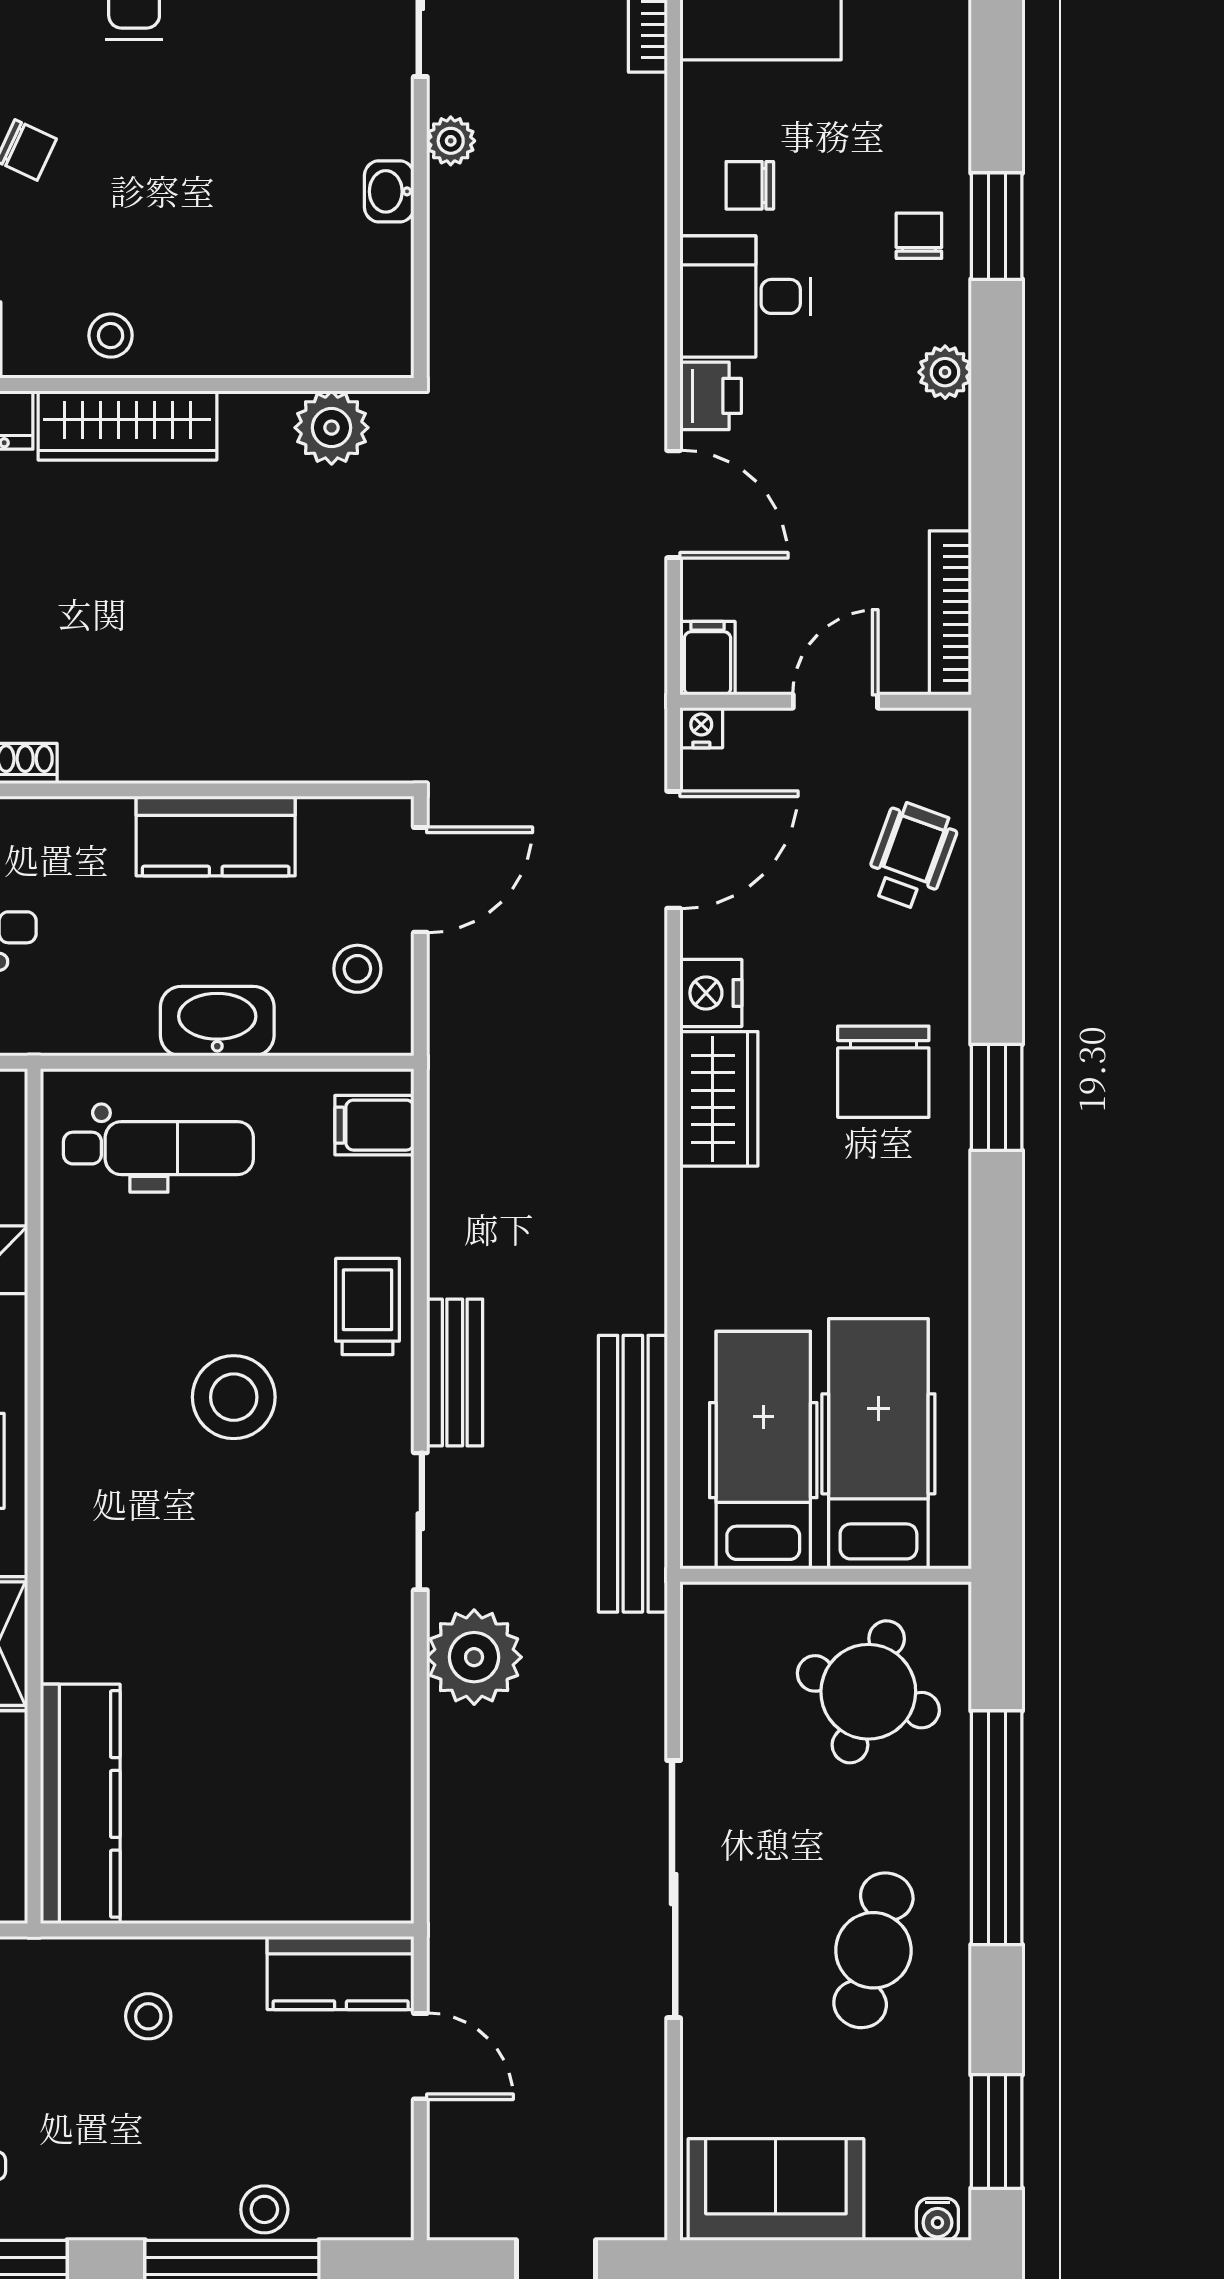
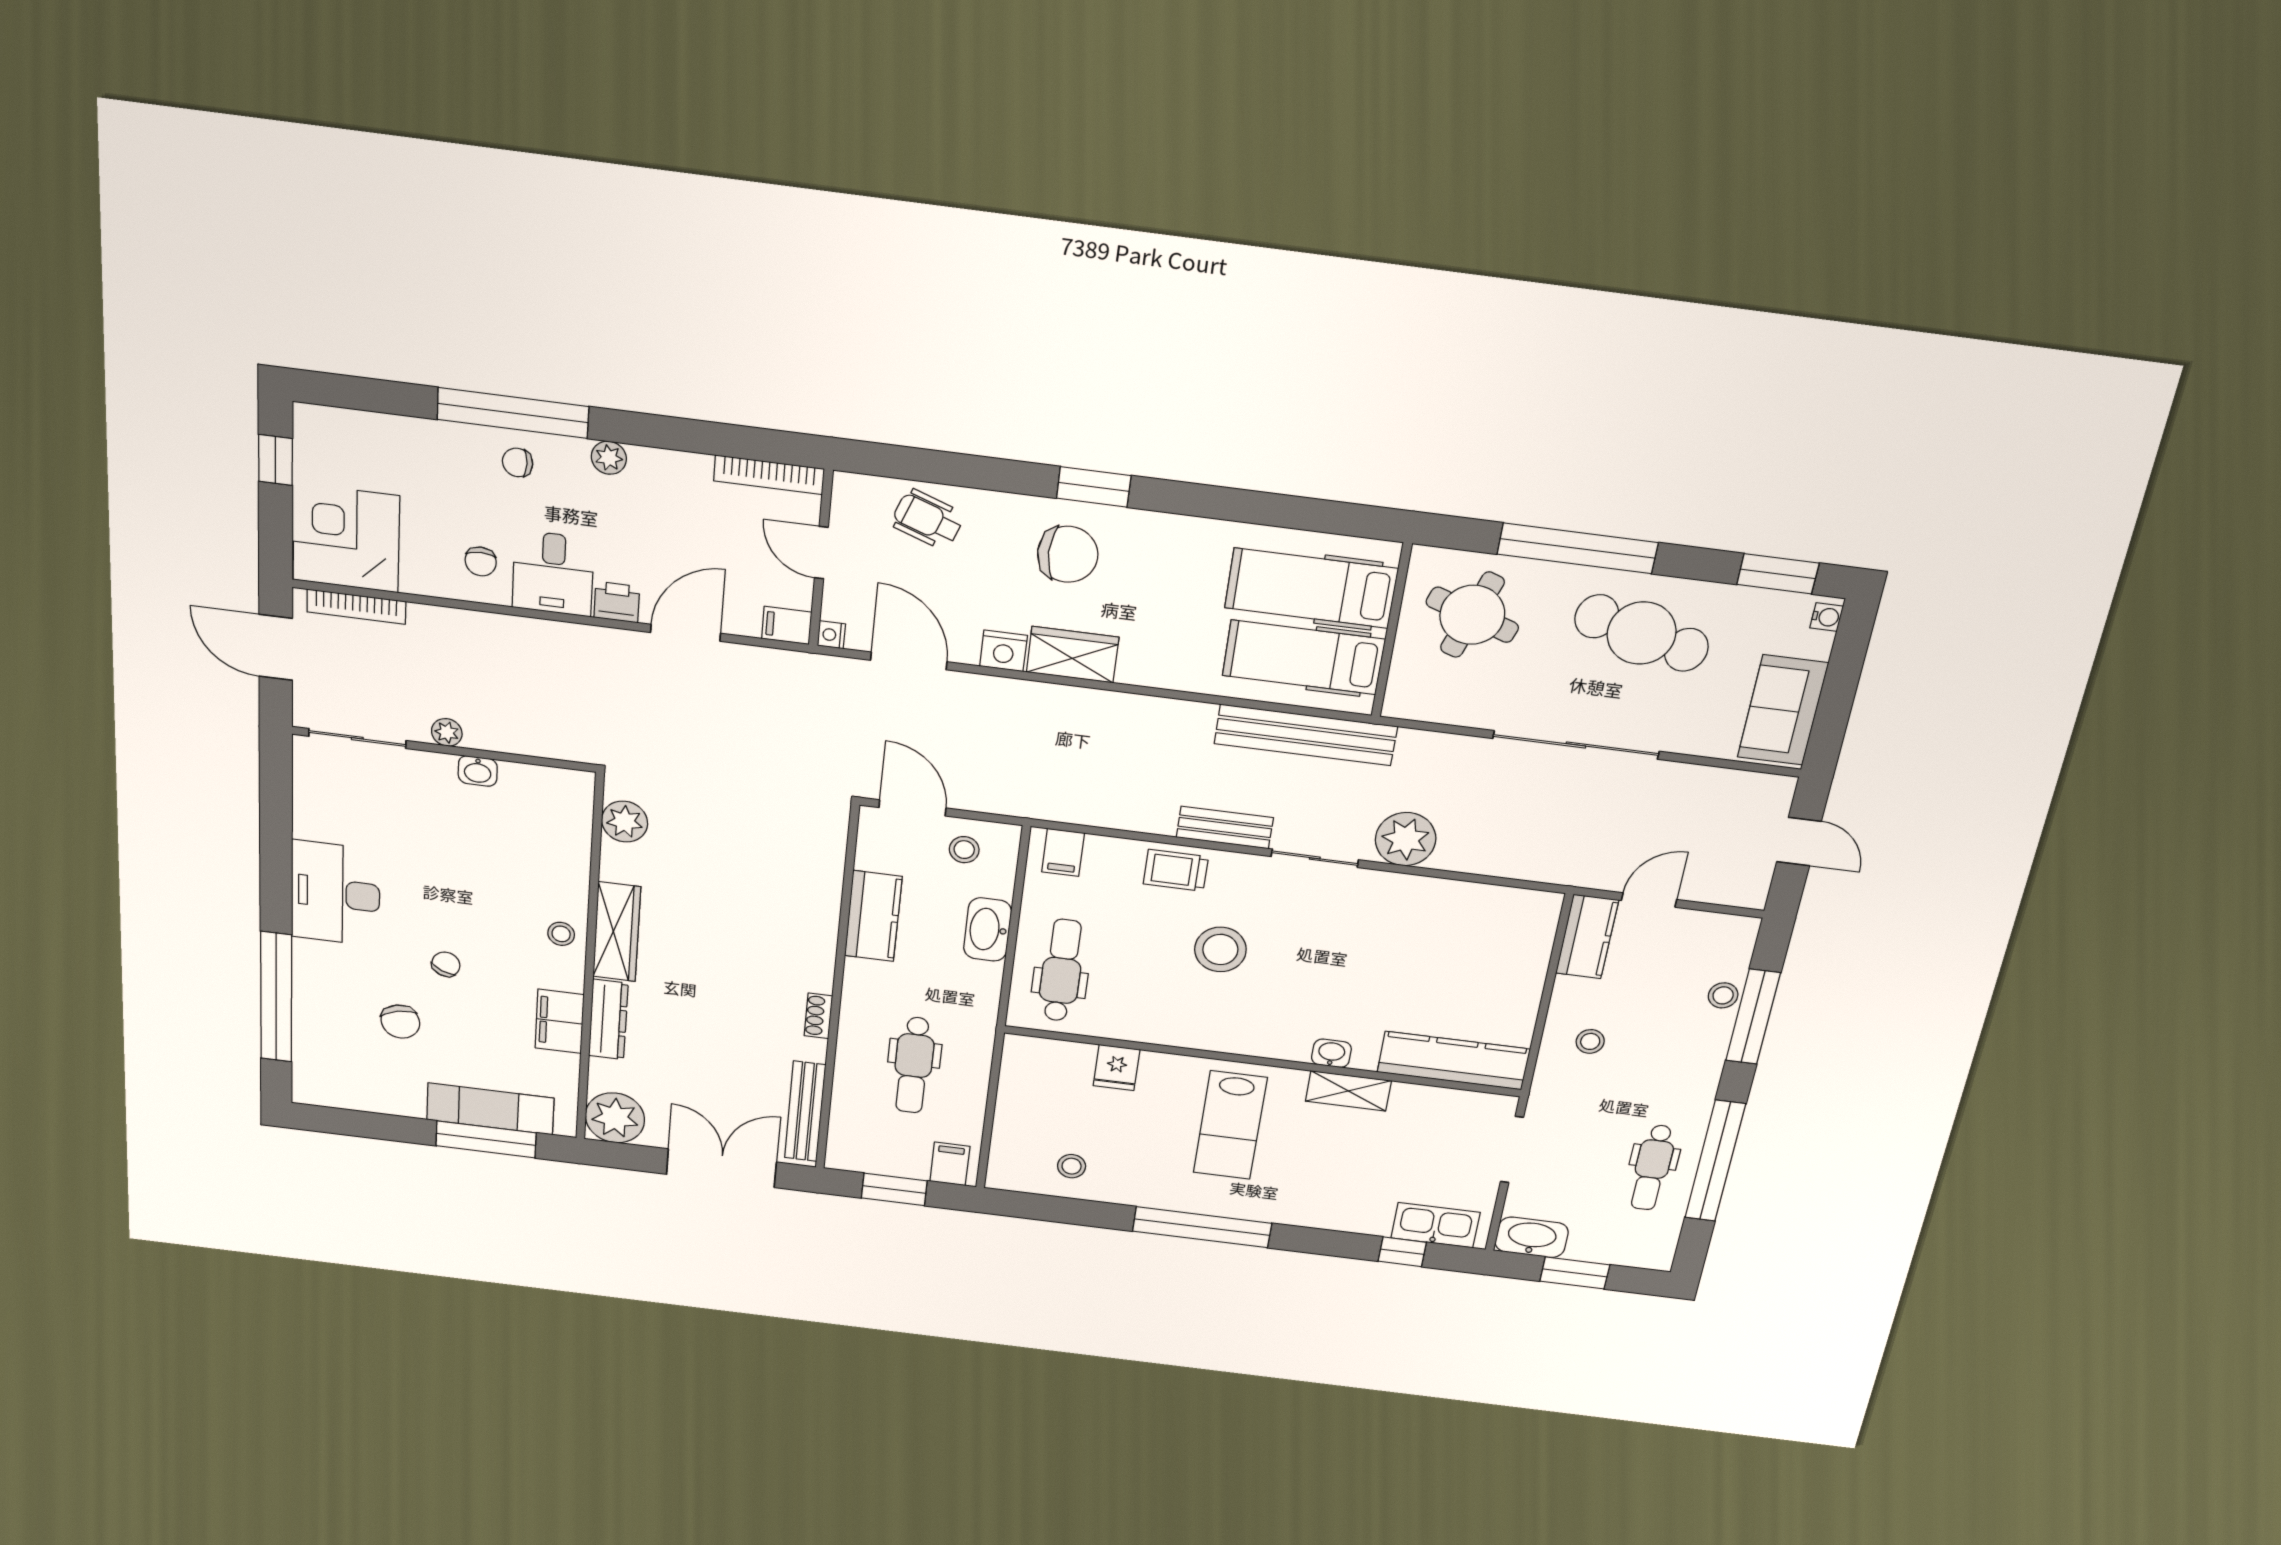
window: (997, 226) -> (513, 413), width x2.11
washbasin: (65, 1605) -> (1331, 1053), added
cafe table: (873, 1950) -> (1642, 633), width x1.37, depth x1.35

